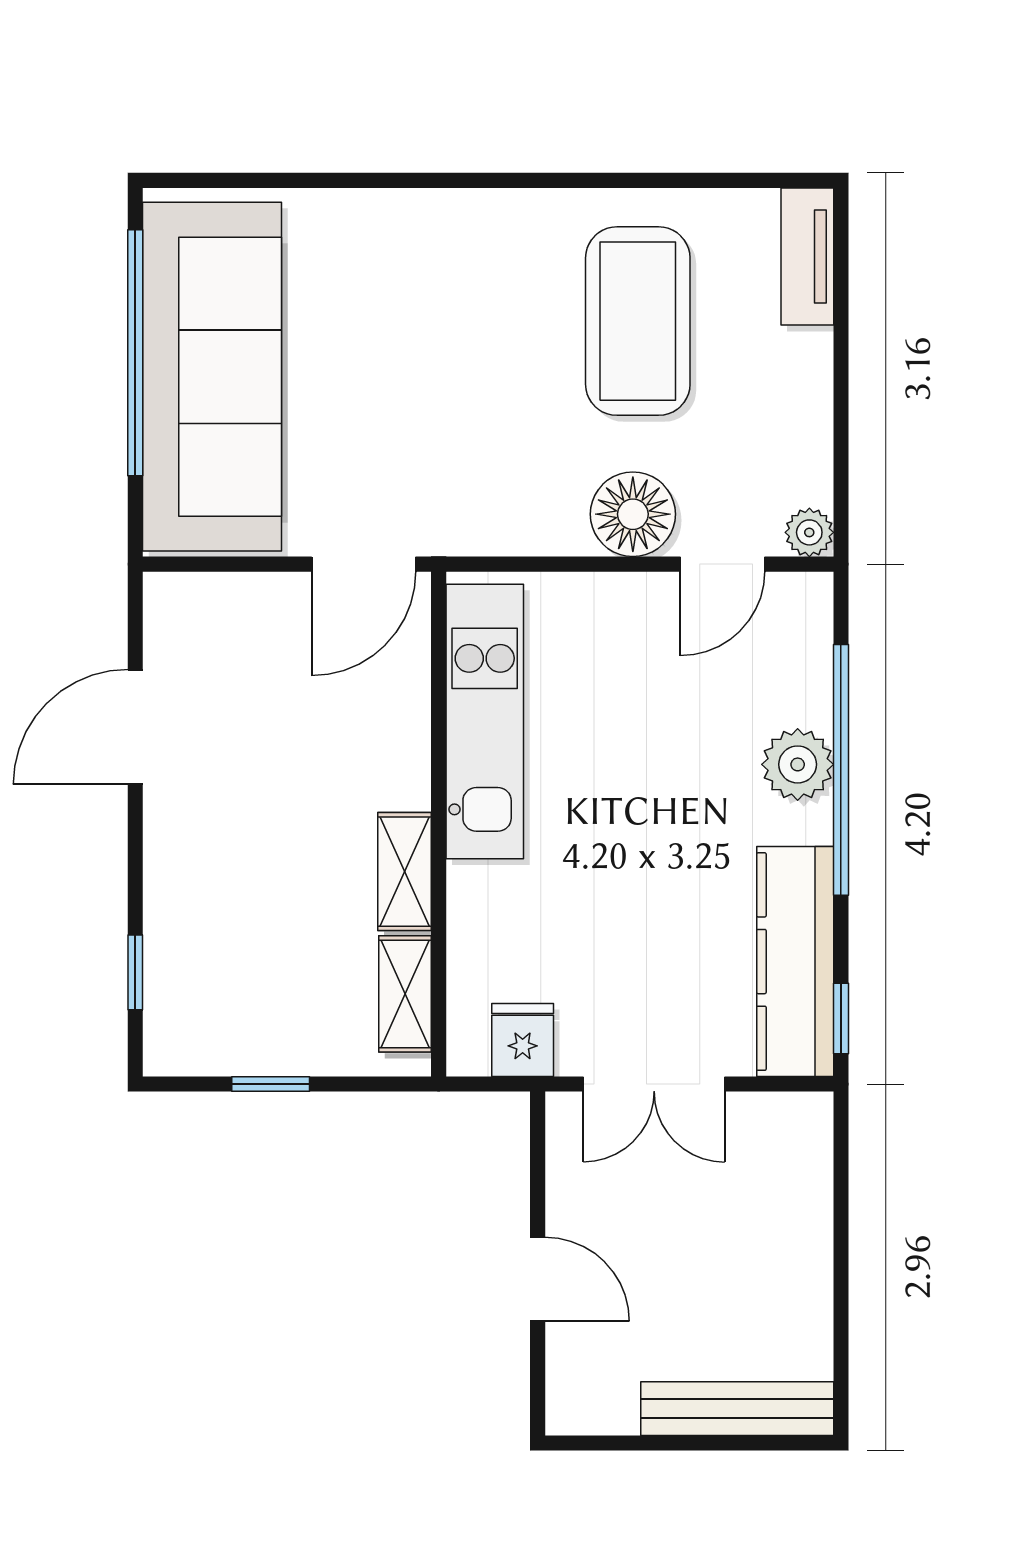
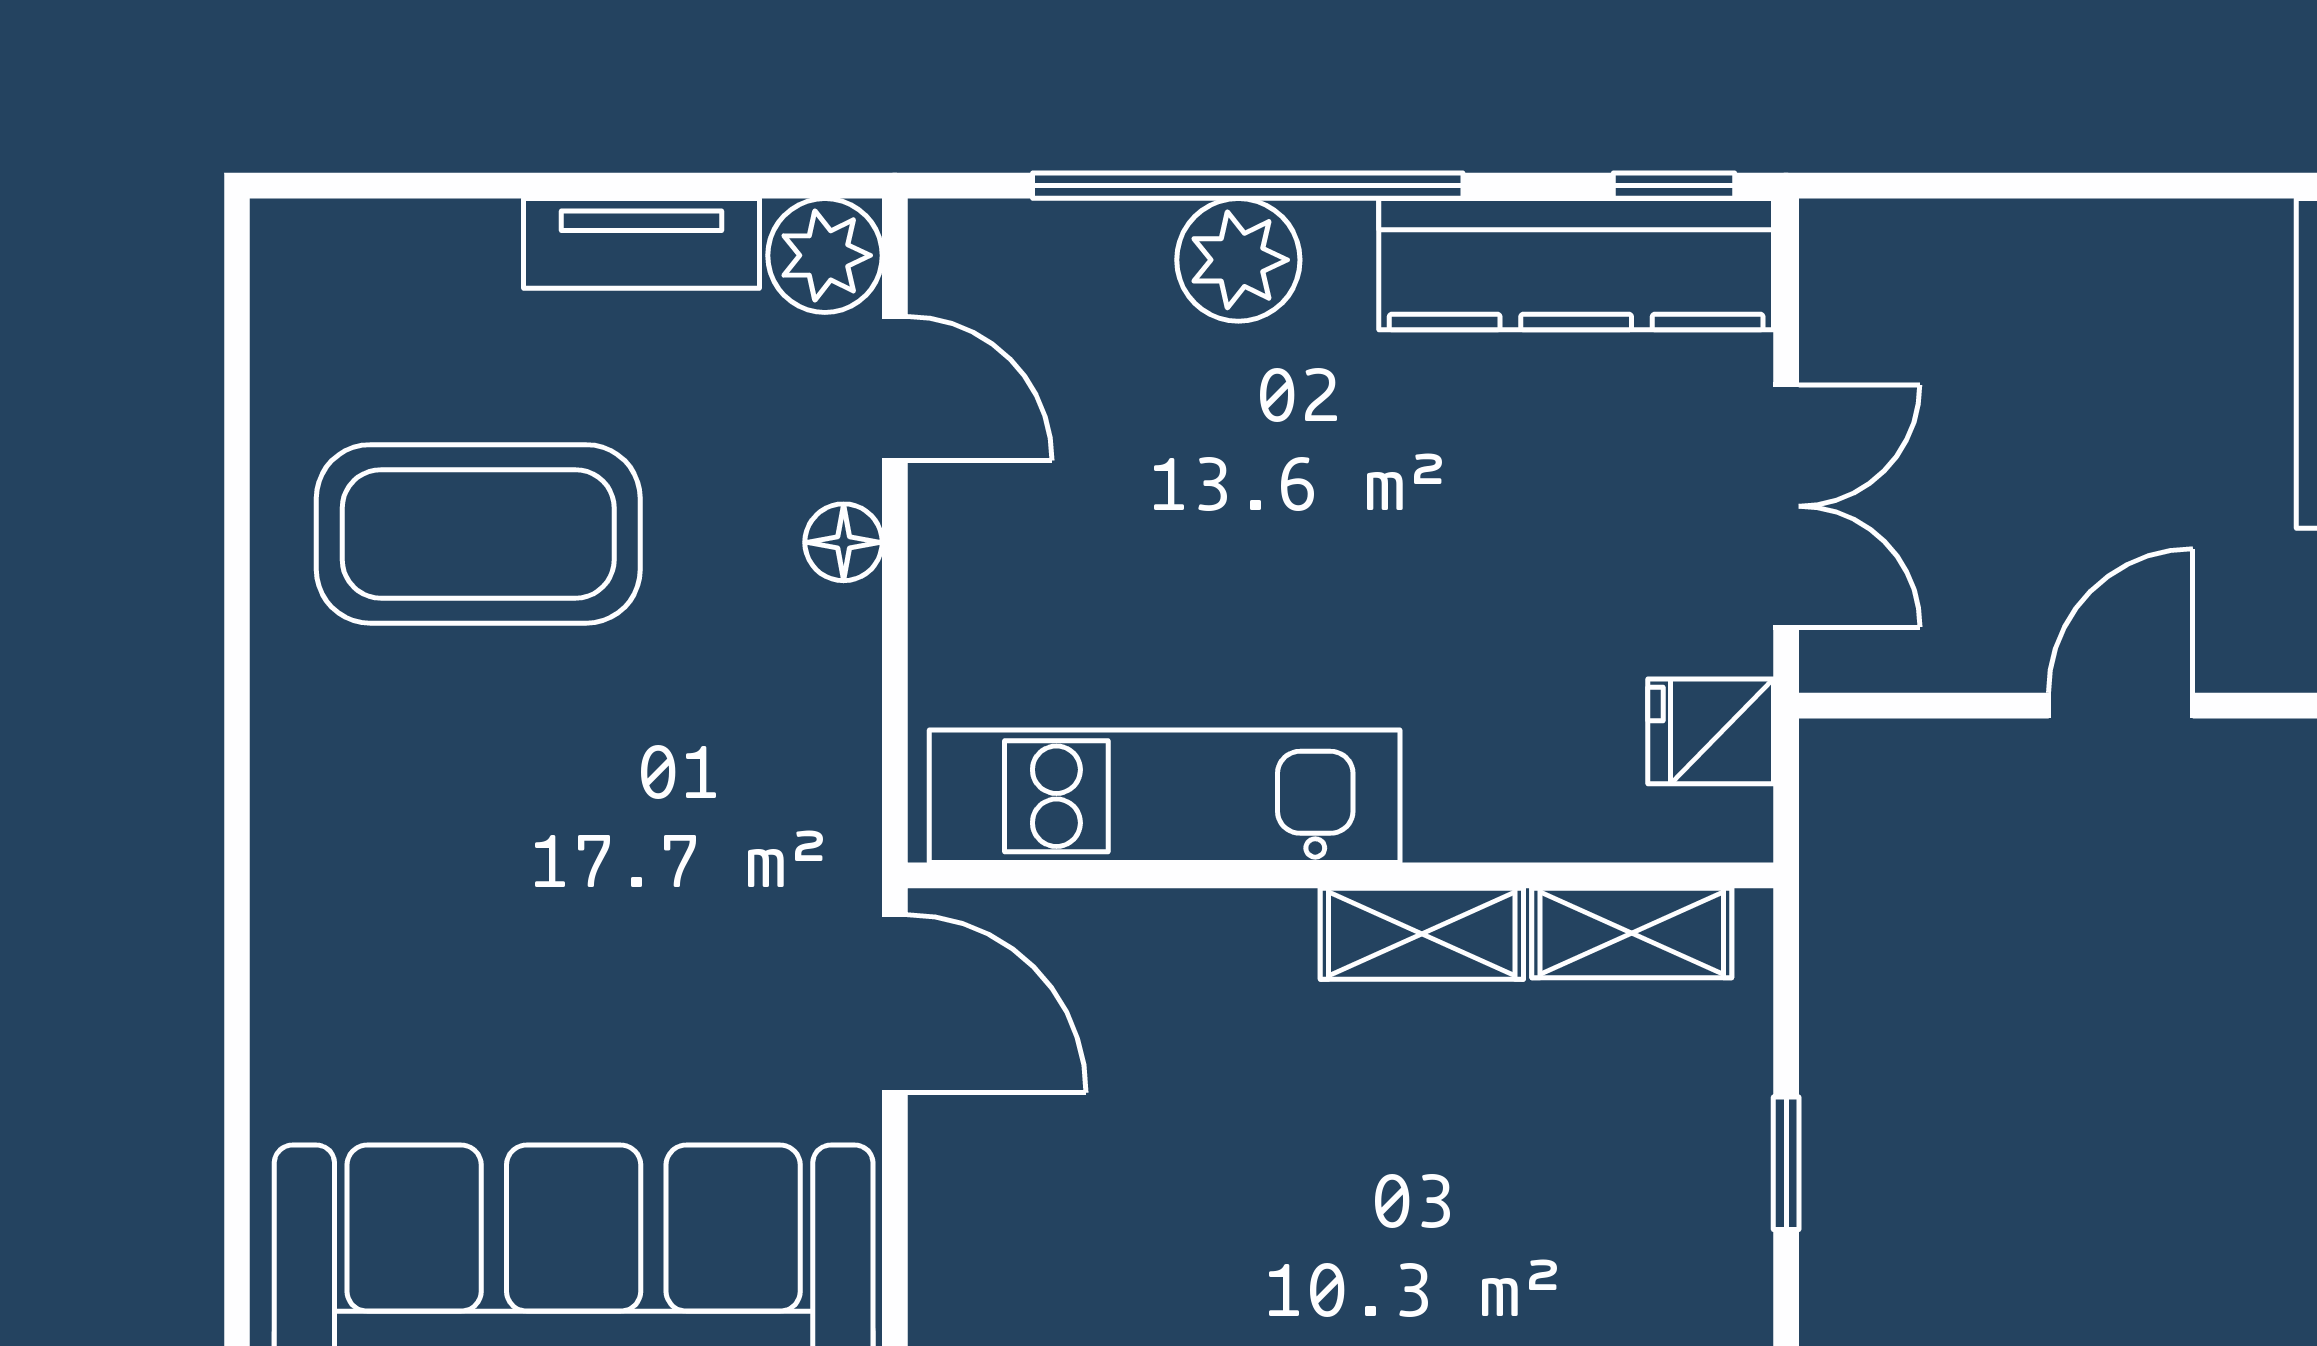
tv unit: (807, 257) -> (642, 243), moved
floor lamp: (633, 514) -> (844, 542), width x0.53, depth x0.53
plant: (809, 532) -> (825, 255), width x1.38, depth x1.38

